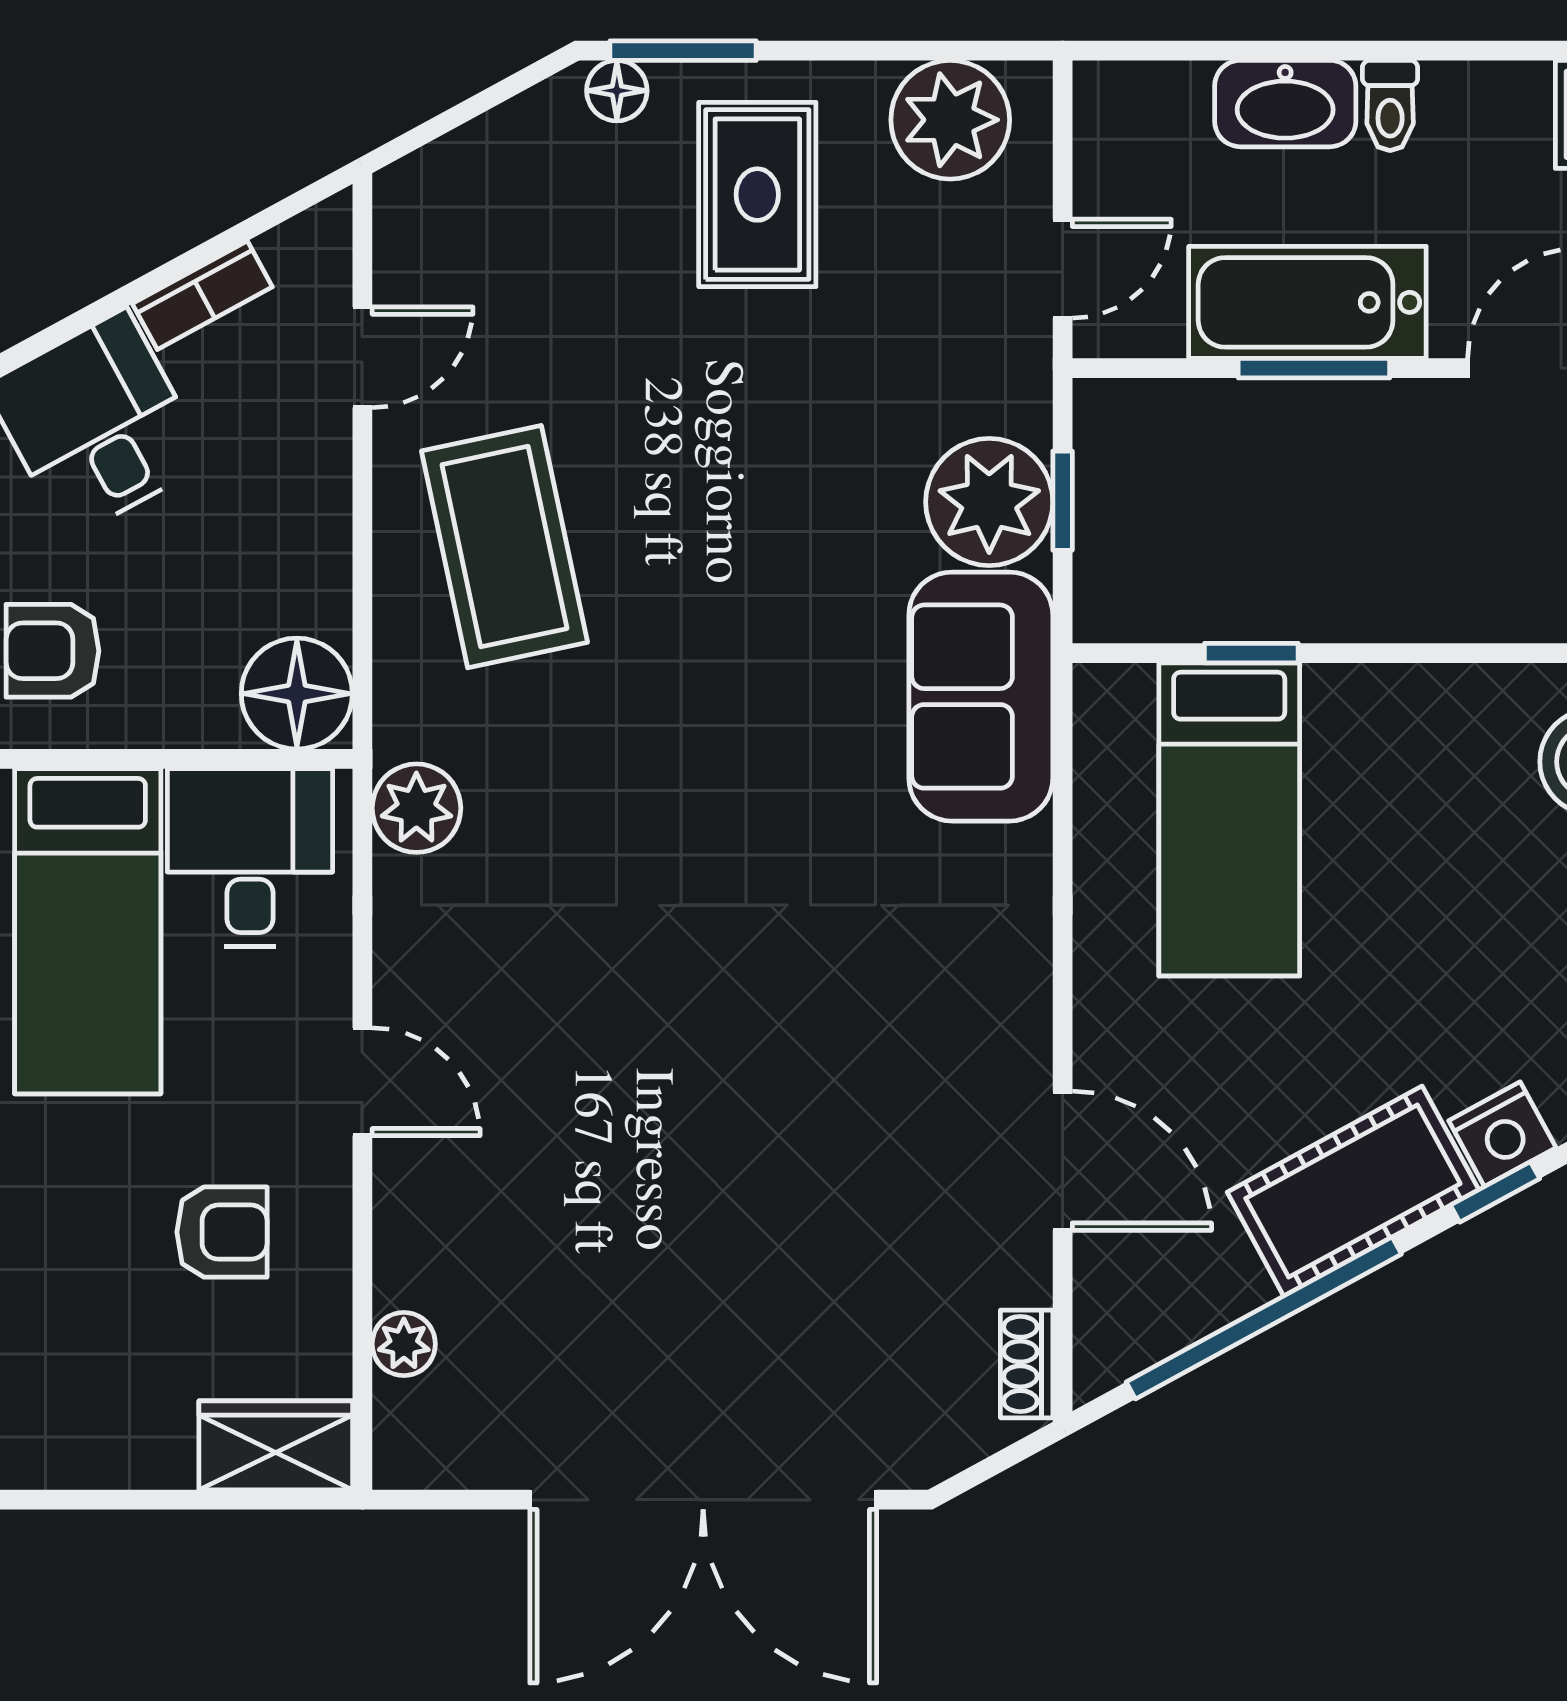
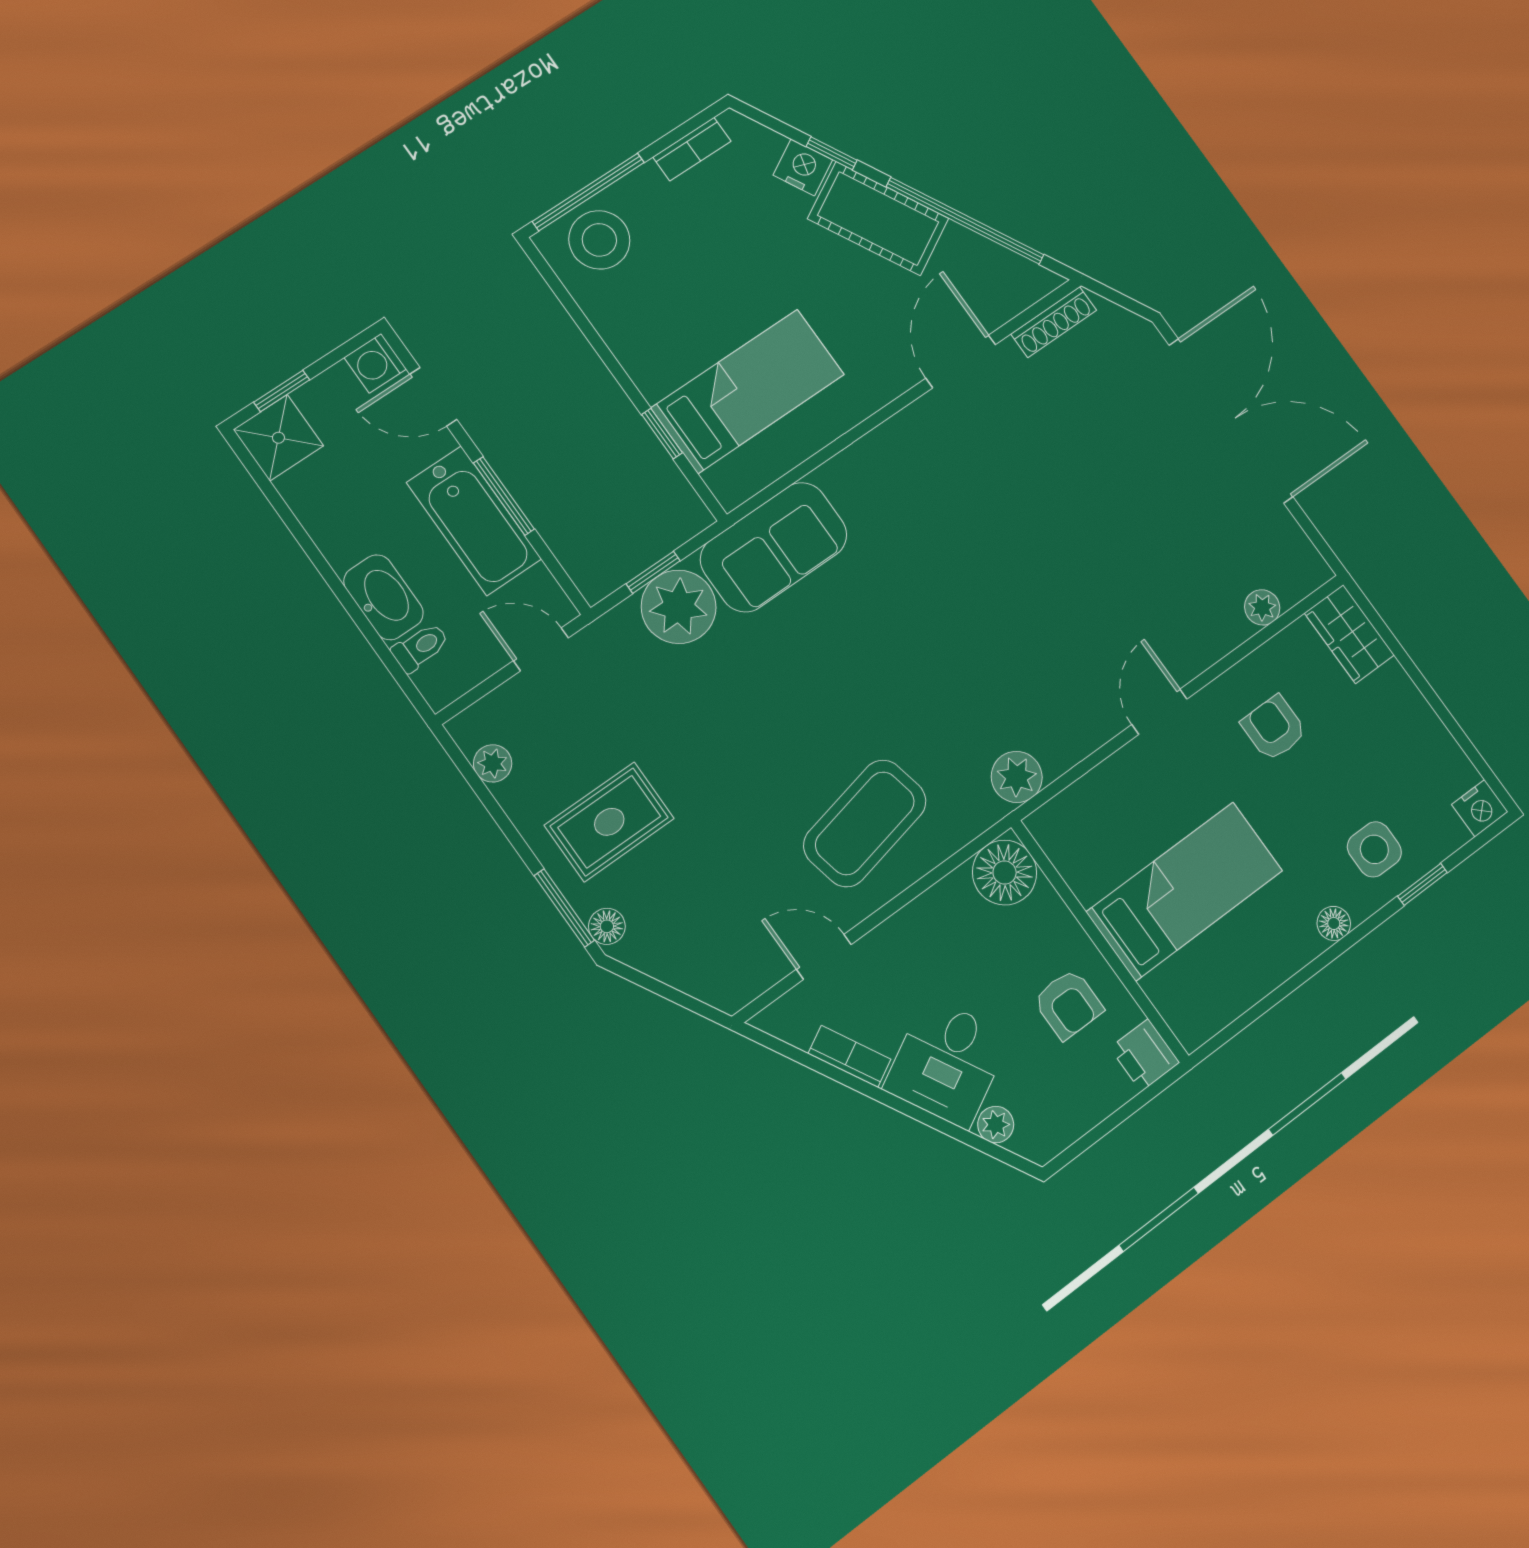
toilet: (1390, 105) -> (420, 647), moved
plant: (950, 120) -> (493, 763), width x0.53, depth x0.53
desk: (250, 858) -> (1096, 839), removed
shoe rack: (1027, 1364) -> (1054, 322), width x1.43

